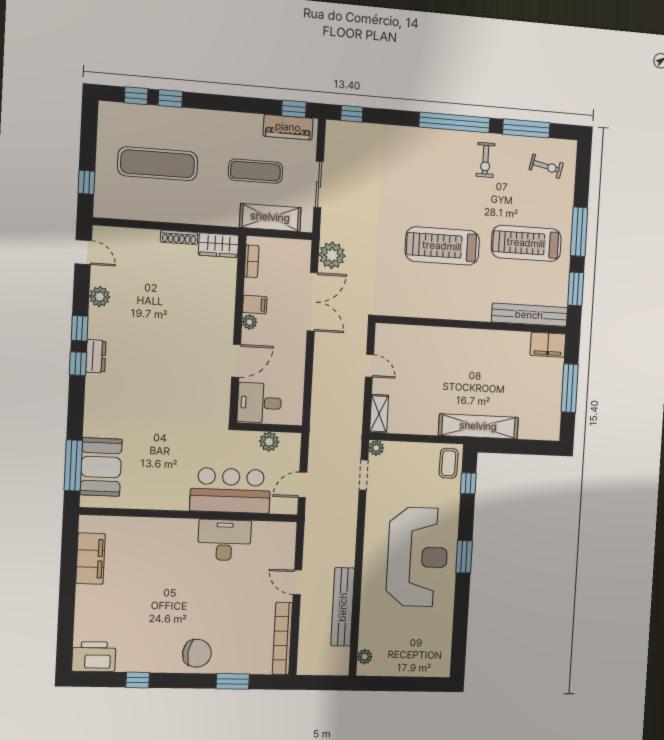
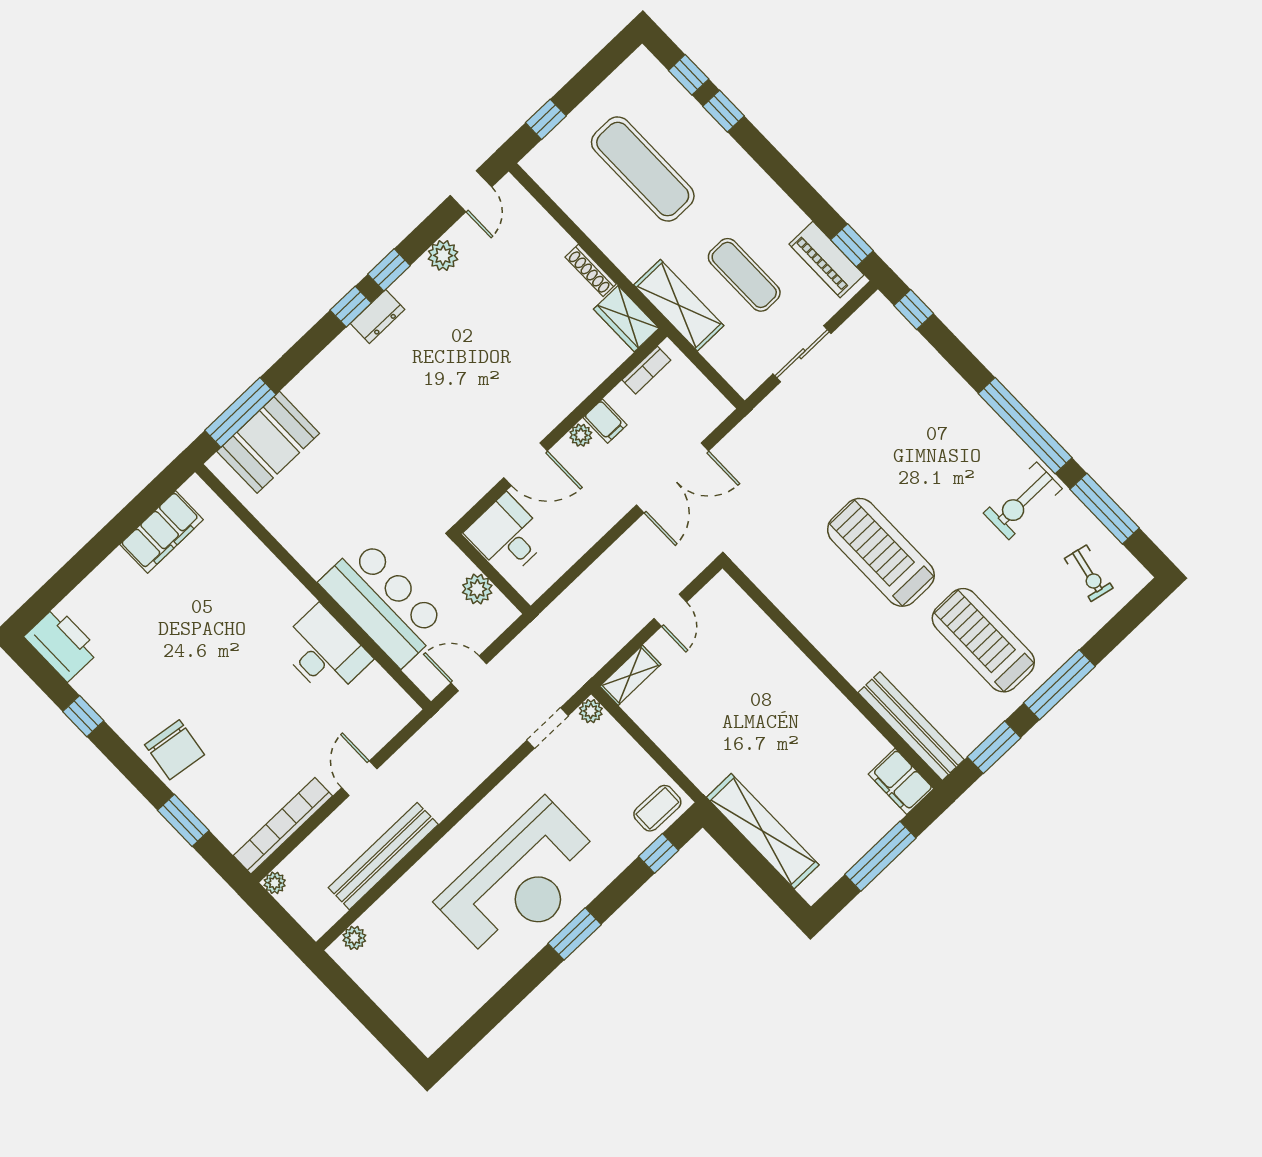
exercise bike: (486, 160) -> (1023, 501), width x1.38, depth x1.39
shelving: (270, 217) -> (679, 305), moved
plant: (332, 255) -> (275, 883), moved, width x0.53, depth x0.53
shelving: (478, 426) -> (763, 831), moved

